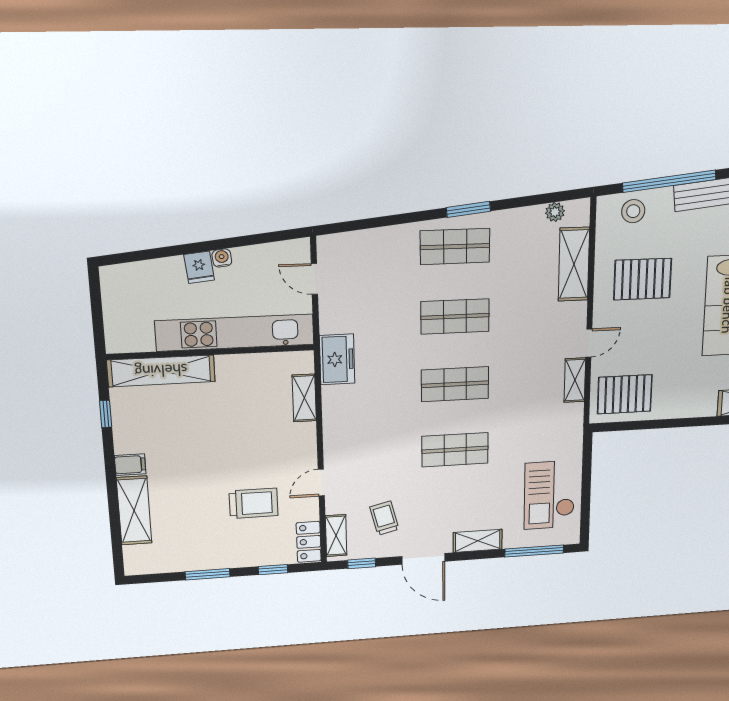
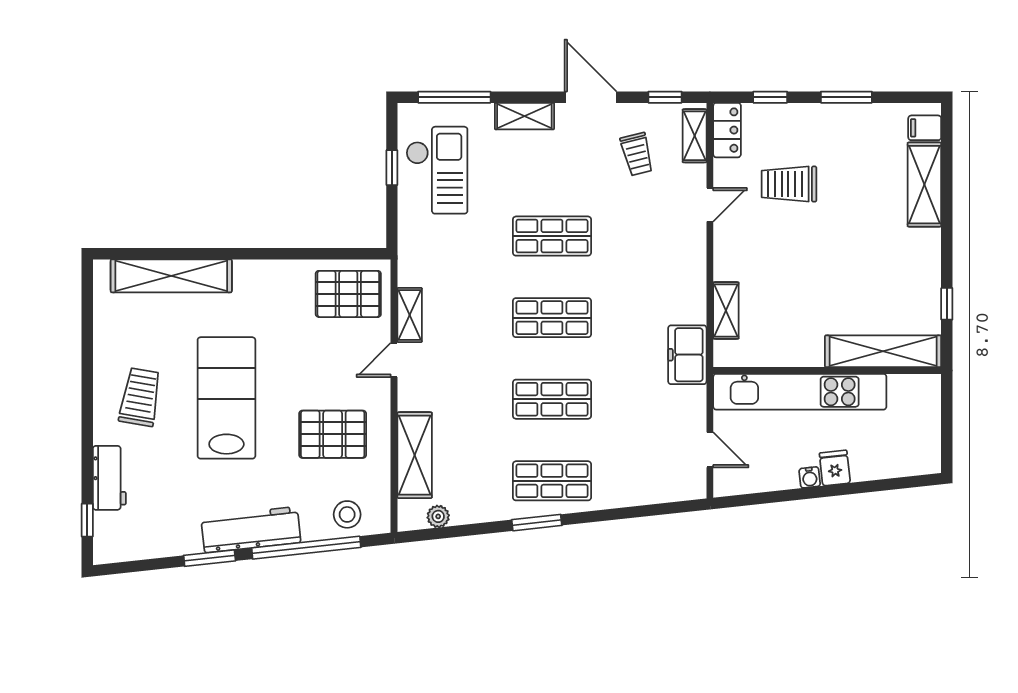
filing cabinet: (130, 465) -> (925, 128), moved
window: (586, 495) -> (392, 168), added

